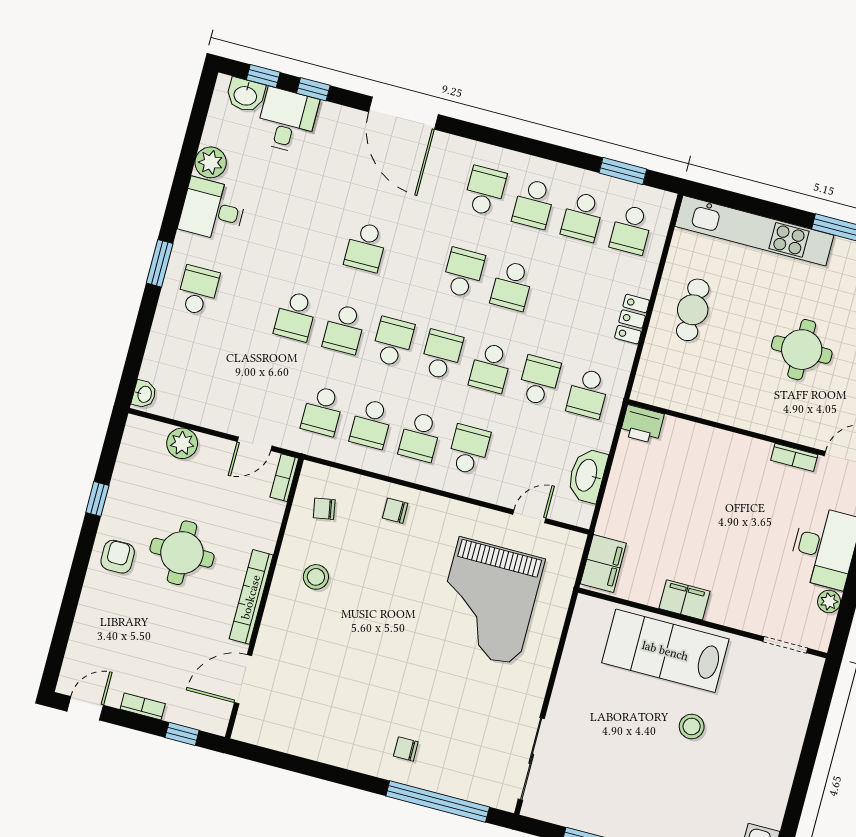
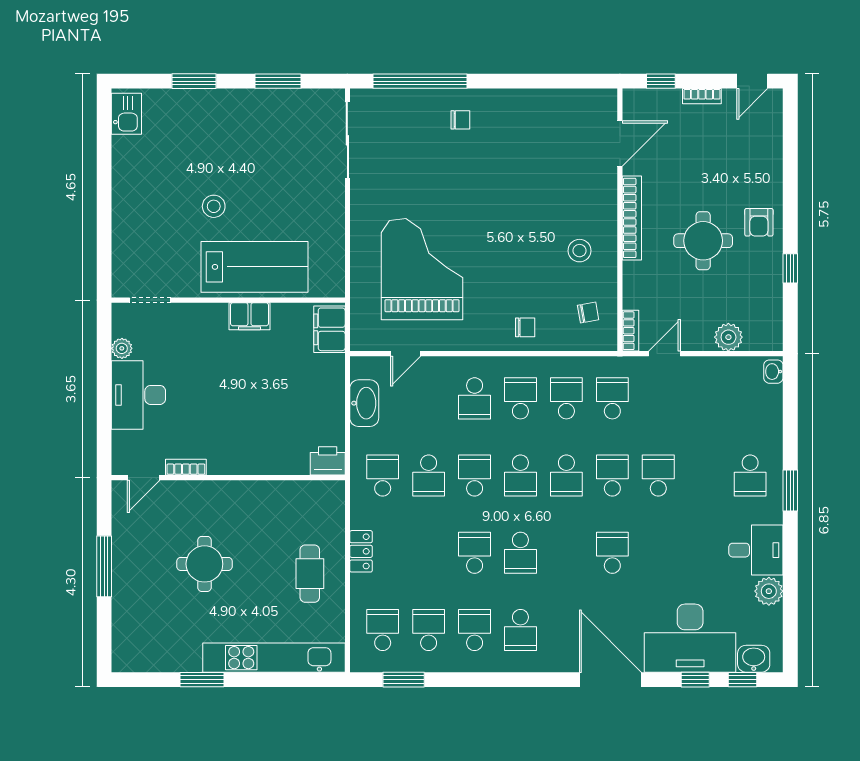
desk: (287, 120) -> (690, 638), width x1.87, depth x1.30

